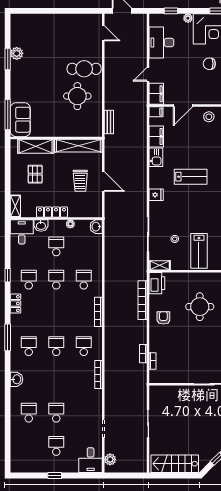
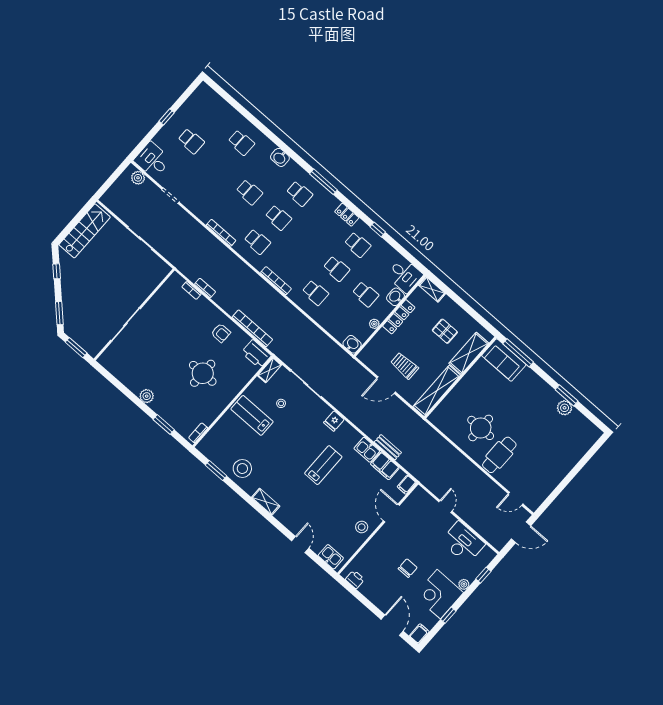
filing cabinet: (156, 94) -> (422, 499), removed
bench: (109, 122) -> (388, 447), moved
lab bench: (191, 177) -> (323, 465), turned 180
school desk: (56, 413) -> (249, 192), moved

